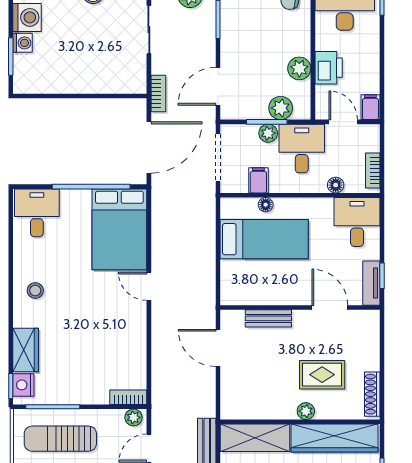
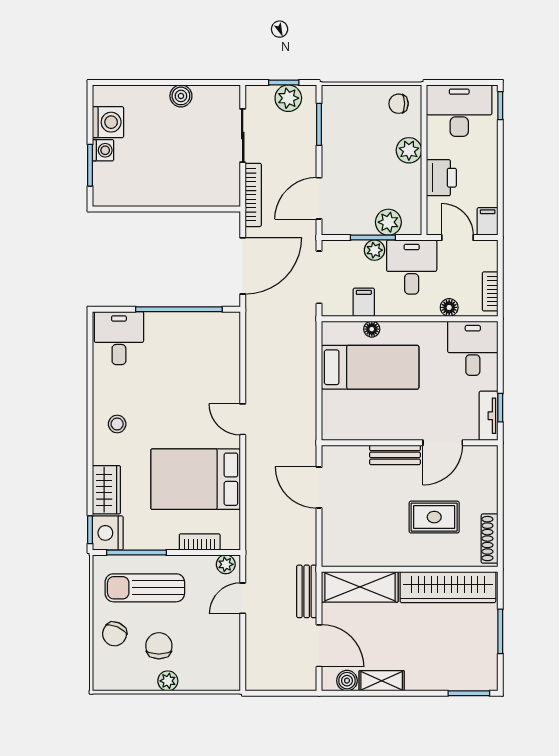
plant: (299, 68) -> (409, 150), moved
bookcase: (158, 94) -> (253, 195), width x1.56
bed: (119, 229) -> (196, 479), moved, turned 90
door: (330, 307) -> (443, 443), swing flipped
bench: (268, 318) -> (395, 455), moved
nightstand: (23, 385) -> (108, 533), width x1.36, depth x1.33
bookcase: (128, 397) -> (200, 542), moved
plant: (306, 411) -> (416, 557), removed

